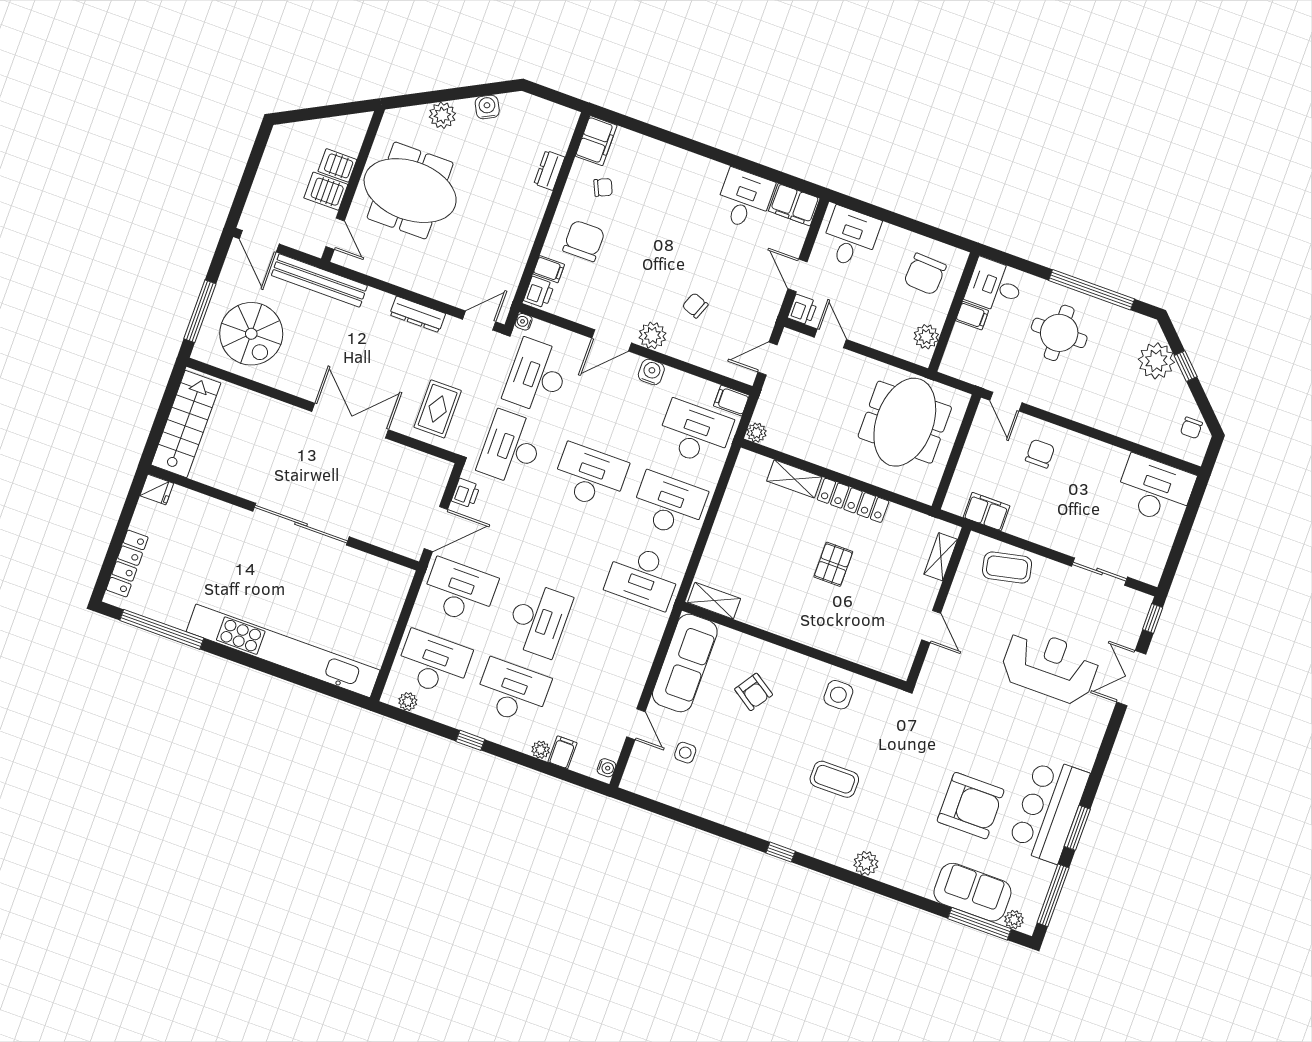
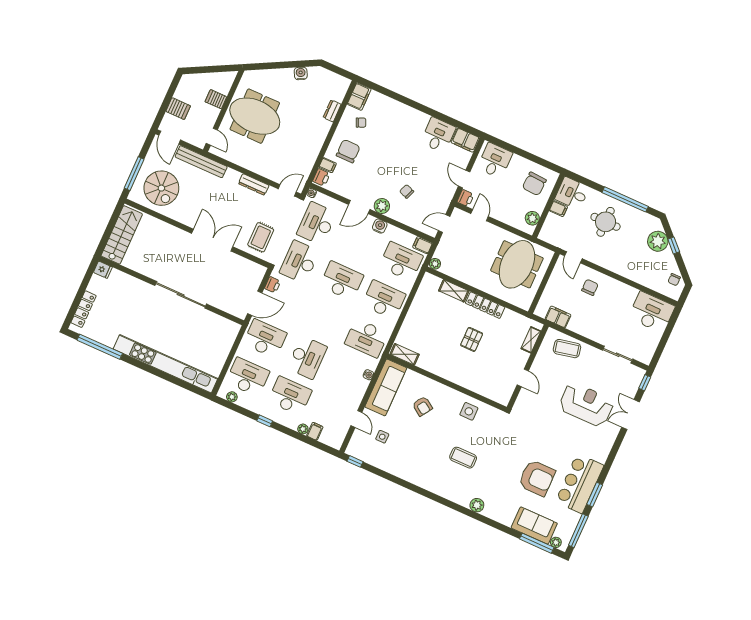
plant: (442, 115) -> (276, 76), removed
server rack: (326, 191) -> (178, 109), moved, turned 180
water cooler: (606, 768) -> (368, 375), moved
window: (781, 852) -> (355, 461), moved

